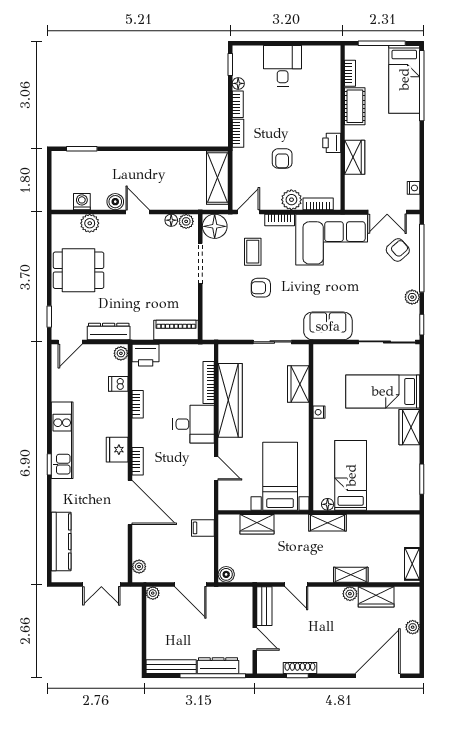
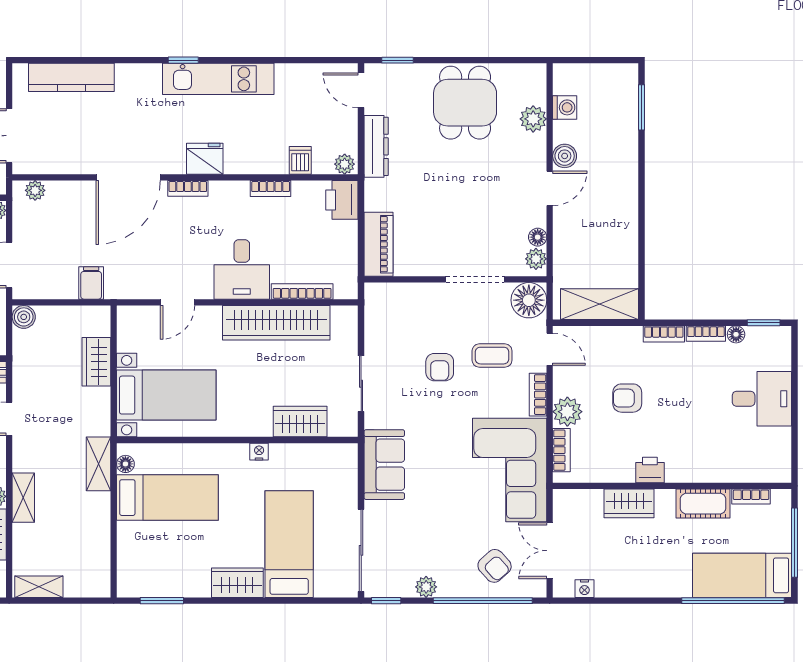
armchair: (261, 288) -> (440, 367), turned 180

